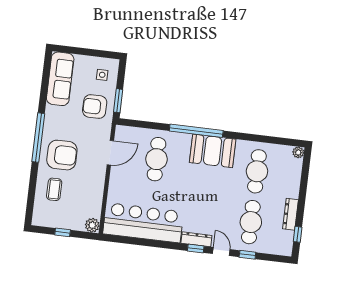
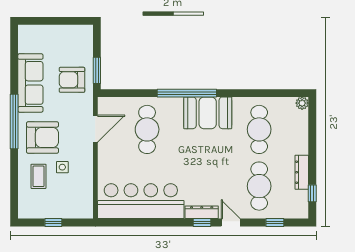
side table: (102, 75) -> (62, 167), moved
sofa: (60, 79) -> (30, 83), moved
plant: (92, 225) -> (85, 211), removed
window: (247, 255) -> (275, 223), moved

